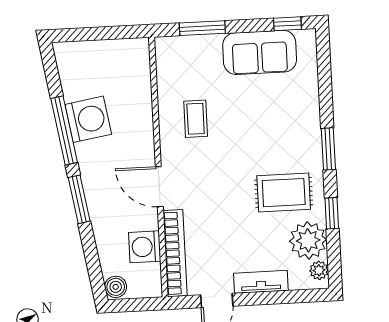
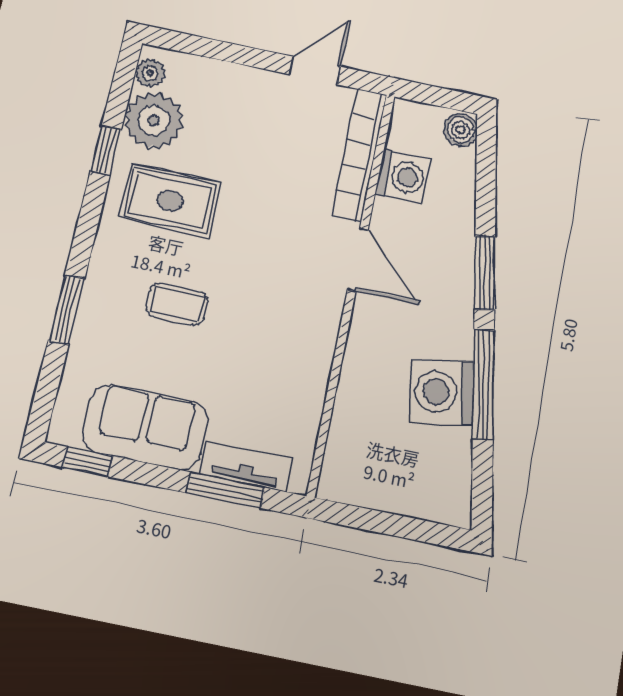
coffee table: (196, 119) -> (177, 304), moved, turned 90
window: (328, 149) -> (67, 310), moved
tv unit: (261, 282) -> (246, 466), moved, turned 180

